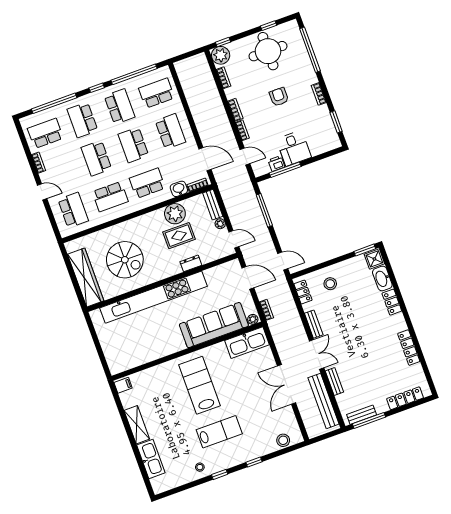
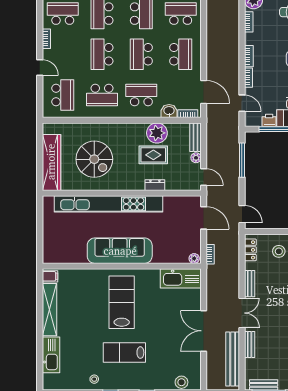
sofa: (214, 325) -> (120, 251), moved
shelving: (137, 425) -> (50, 310), width x1.47
lab bench: (219, 432) -> (124, 353), turned 180

